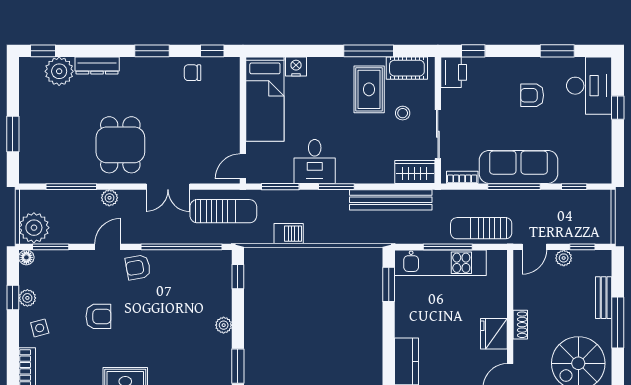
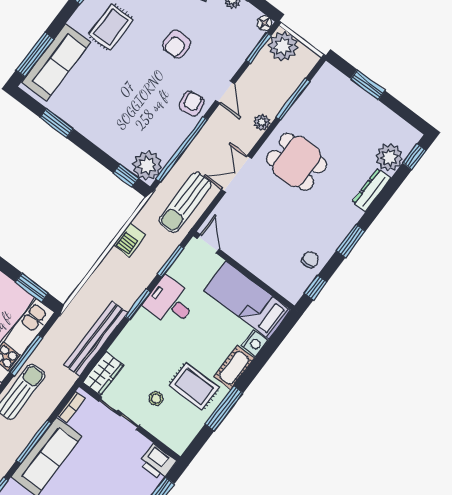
cot: (407, 68) -> (234, 368), moved
plant: (224, 325) -> (147, 166), moved, width x1.88, depth x1.88

